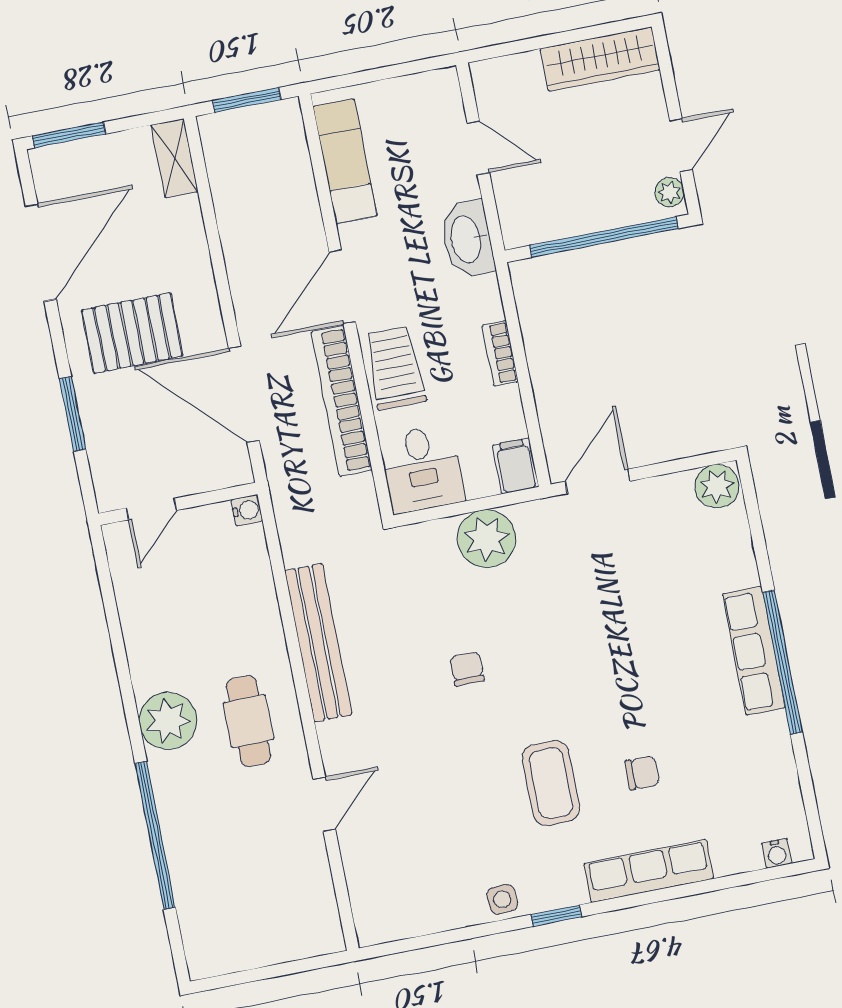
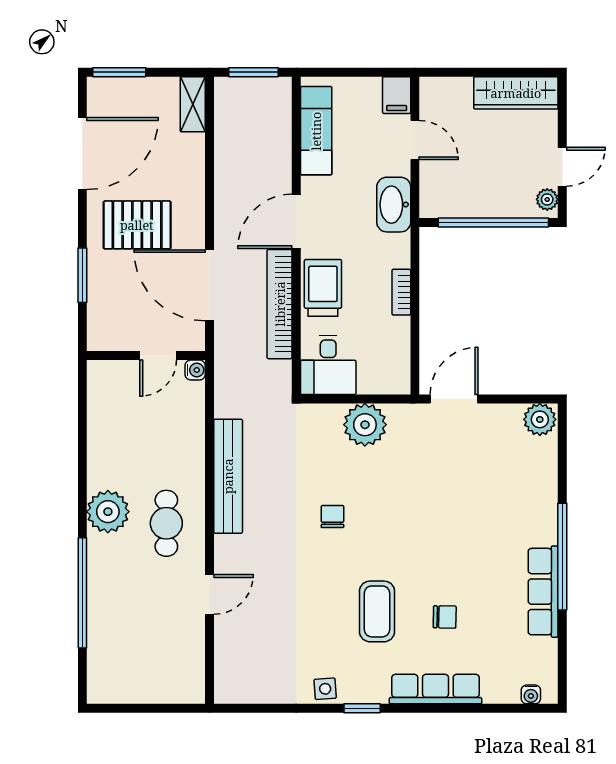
filing cabinet: (516, 466) -> (397, 95), moved, turned 180
door: (151, 509) -> (158, 356), moved
row of seats: (754, 651) -> (543, 592), moved

